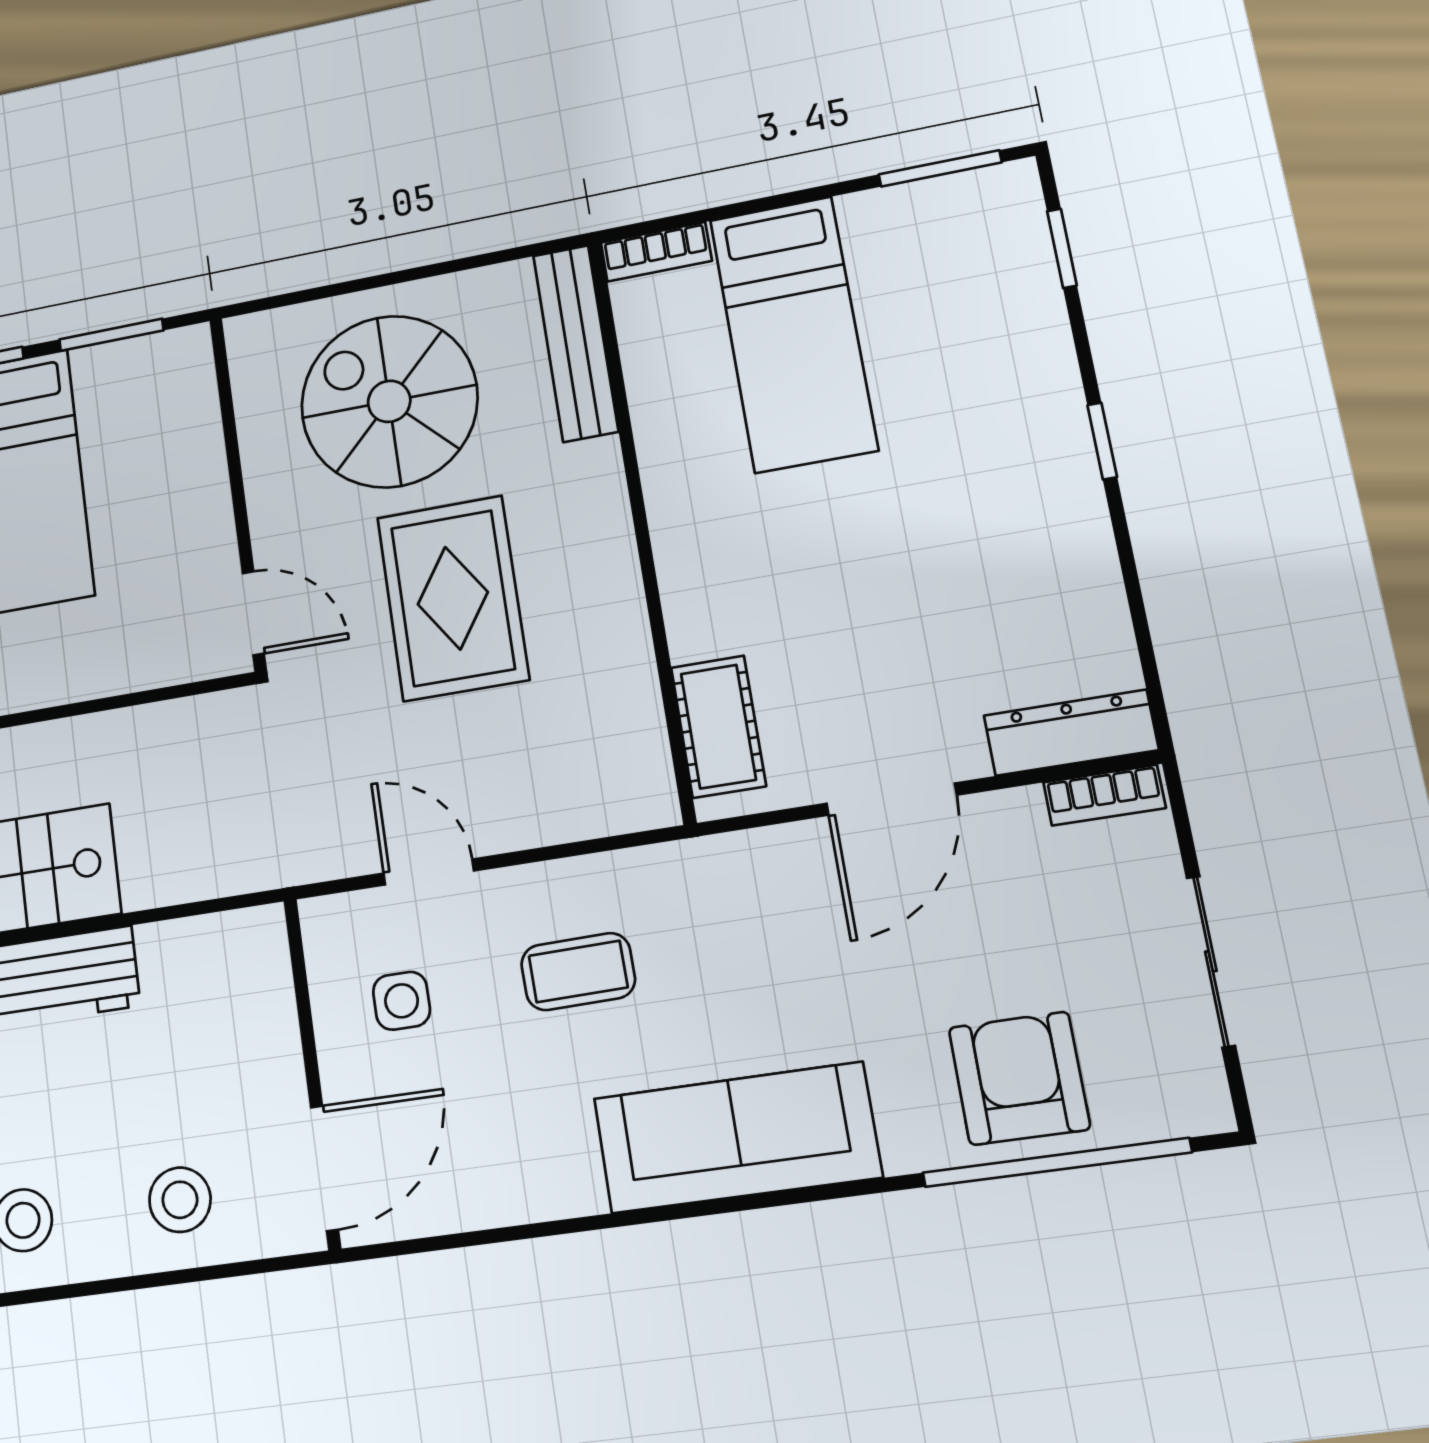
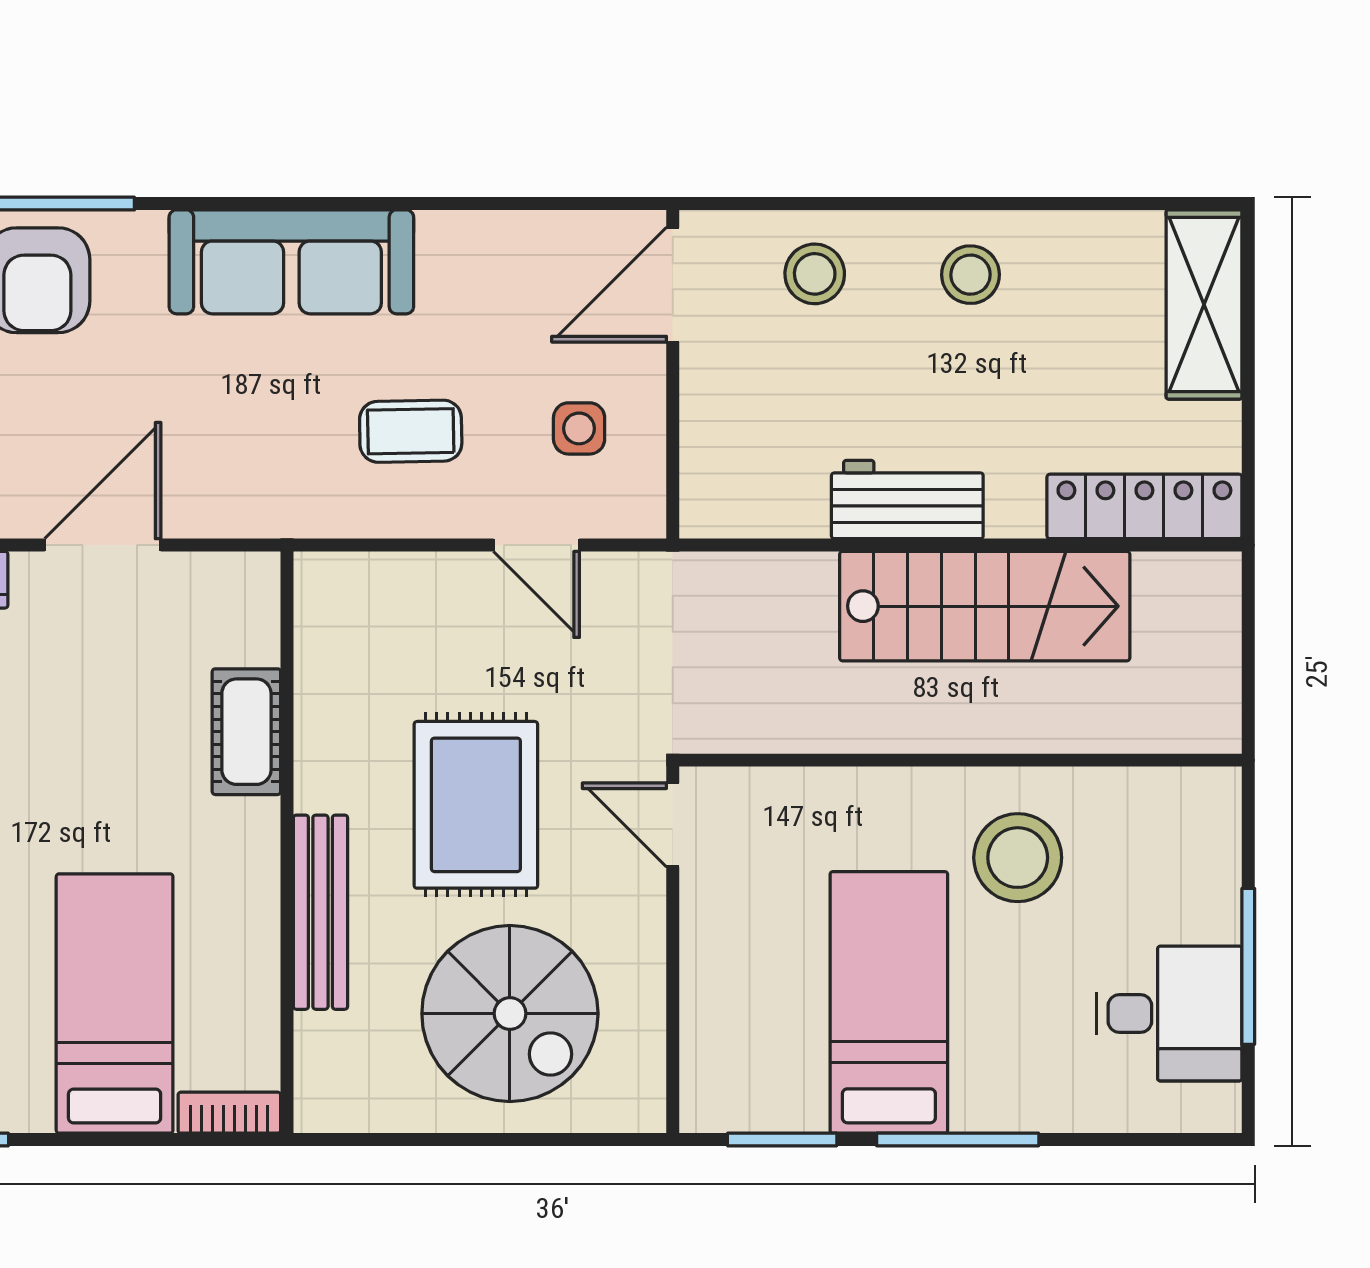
bench: (576, 343) -> (320, 912), moved
cot: (718, 727) -> (246, 732), moved

